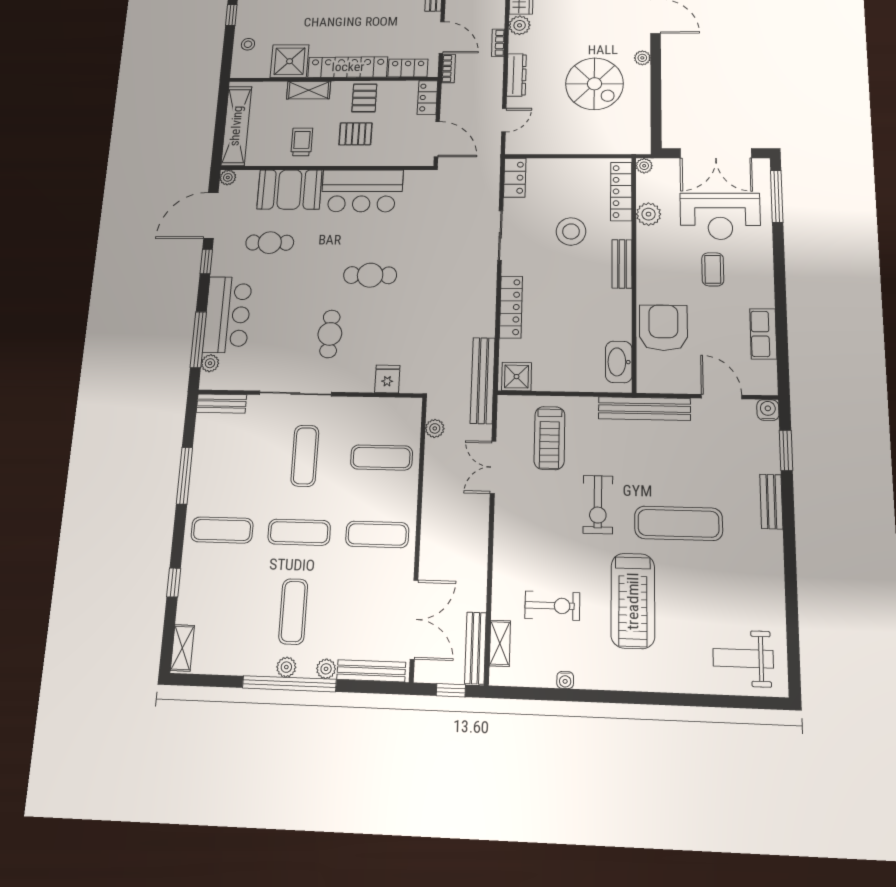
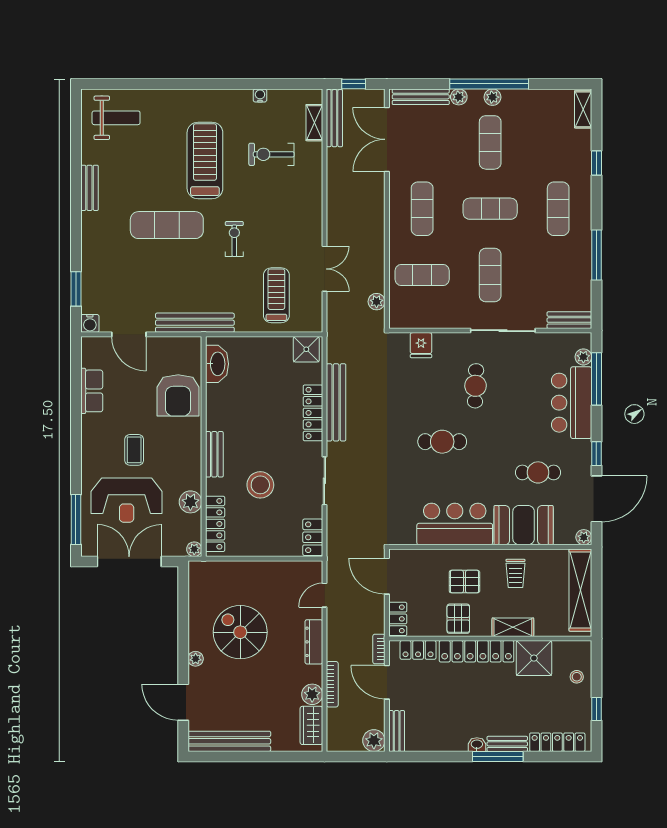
bookcase: (498, 43) -> (332, 684), width x1.56
reception desk: (720, 216) -> (127, 500), turned 180
bench: (483, 380) -> (336, 402), moved
bench: (771, 502) -> (90, 188), moved
exercise bike: (598, 505) -> (234, 239), width x0.73, depth x0.72
exercise mat: (222, 530) -> (558, 209), turned 90
exercise mat: (377, 534) -> (422, 209), turned 90

